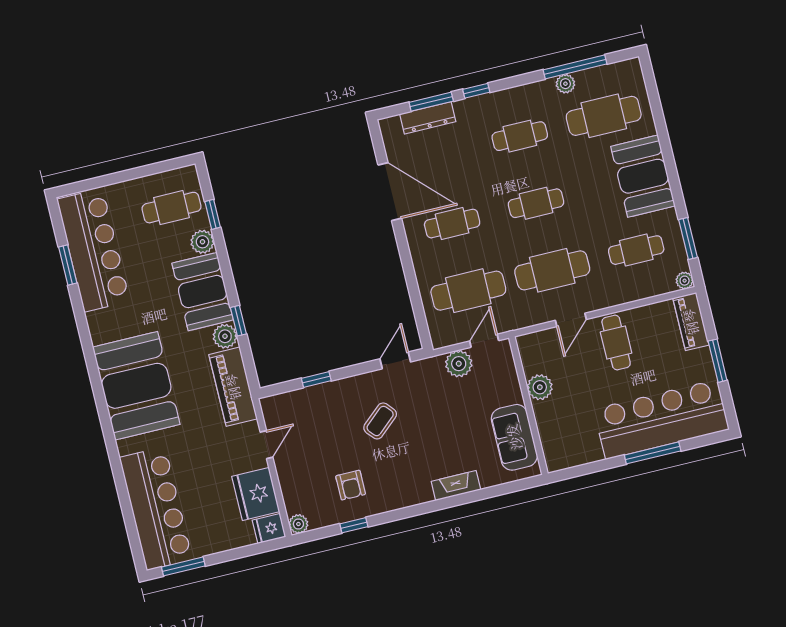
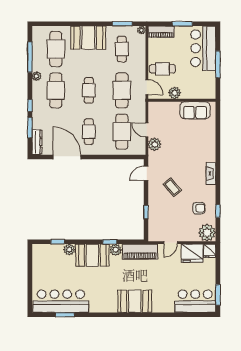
plant: (565, 84) -> (37, 76), moved
dresser: (428, 118) -> (37, 142), moved
cafe table: (520, 136) -> (56, 90), width x1.37, depth x1.35
door: (390, 192) -> (67, 157), hinge flipped
cafe table: (172, 208) -> (50, 260), removed
door: (395, 360) -> (146, 173), hinge flipped
booth: (136, 386) -> (135, 301), width x0.73, depth x0.70
plant: (540, 387) -> (175, 93), moved
wall: (528, 406) -> (182, 100), moved
bar counter: (661, 419) -> (203, 48), width x0.73
sofa: (514, 437) -> (195, 110), moved
door: (266, 445) -> (171, 243), swing flipped
fireplace: (456, 486) -> (211, 174), moved
bar counter: (156, 508) -> (195, 301), width x0.73
plant: (298, 524) -> (207, 233), width x1.87, depth x1.87

